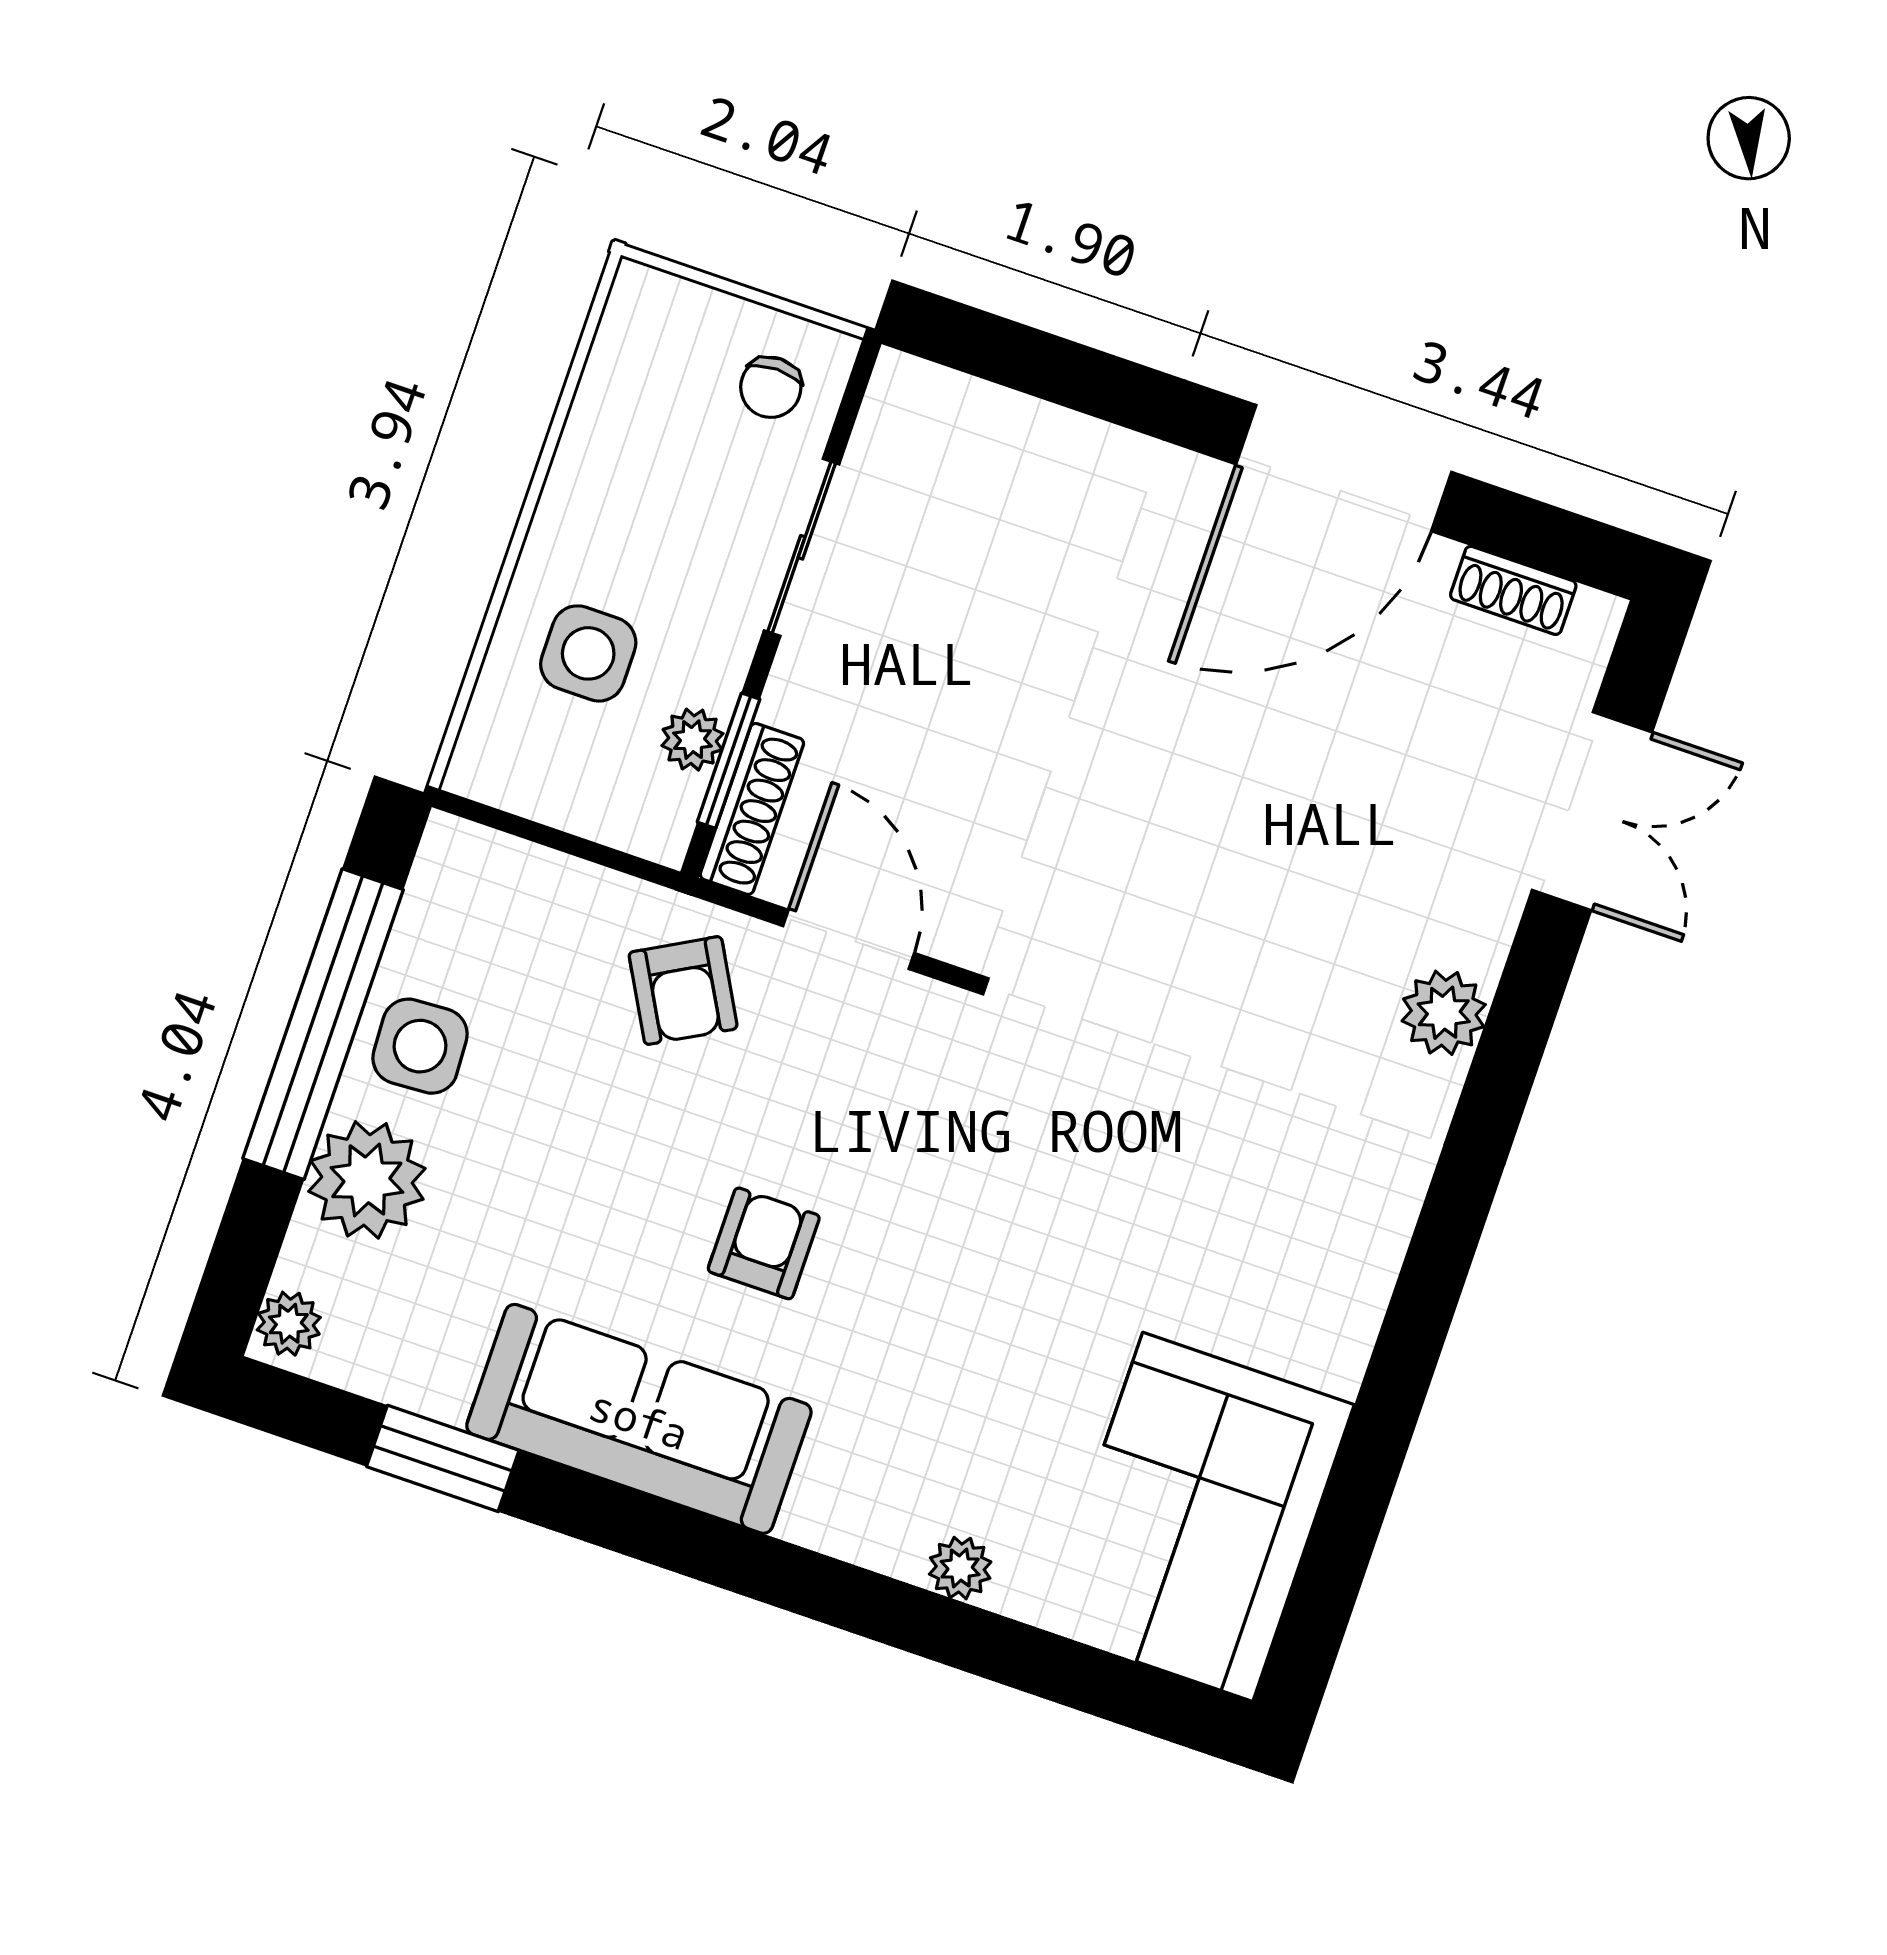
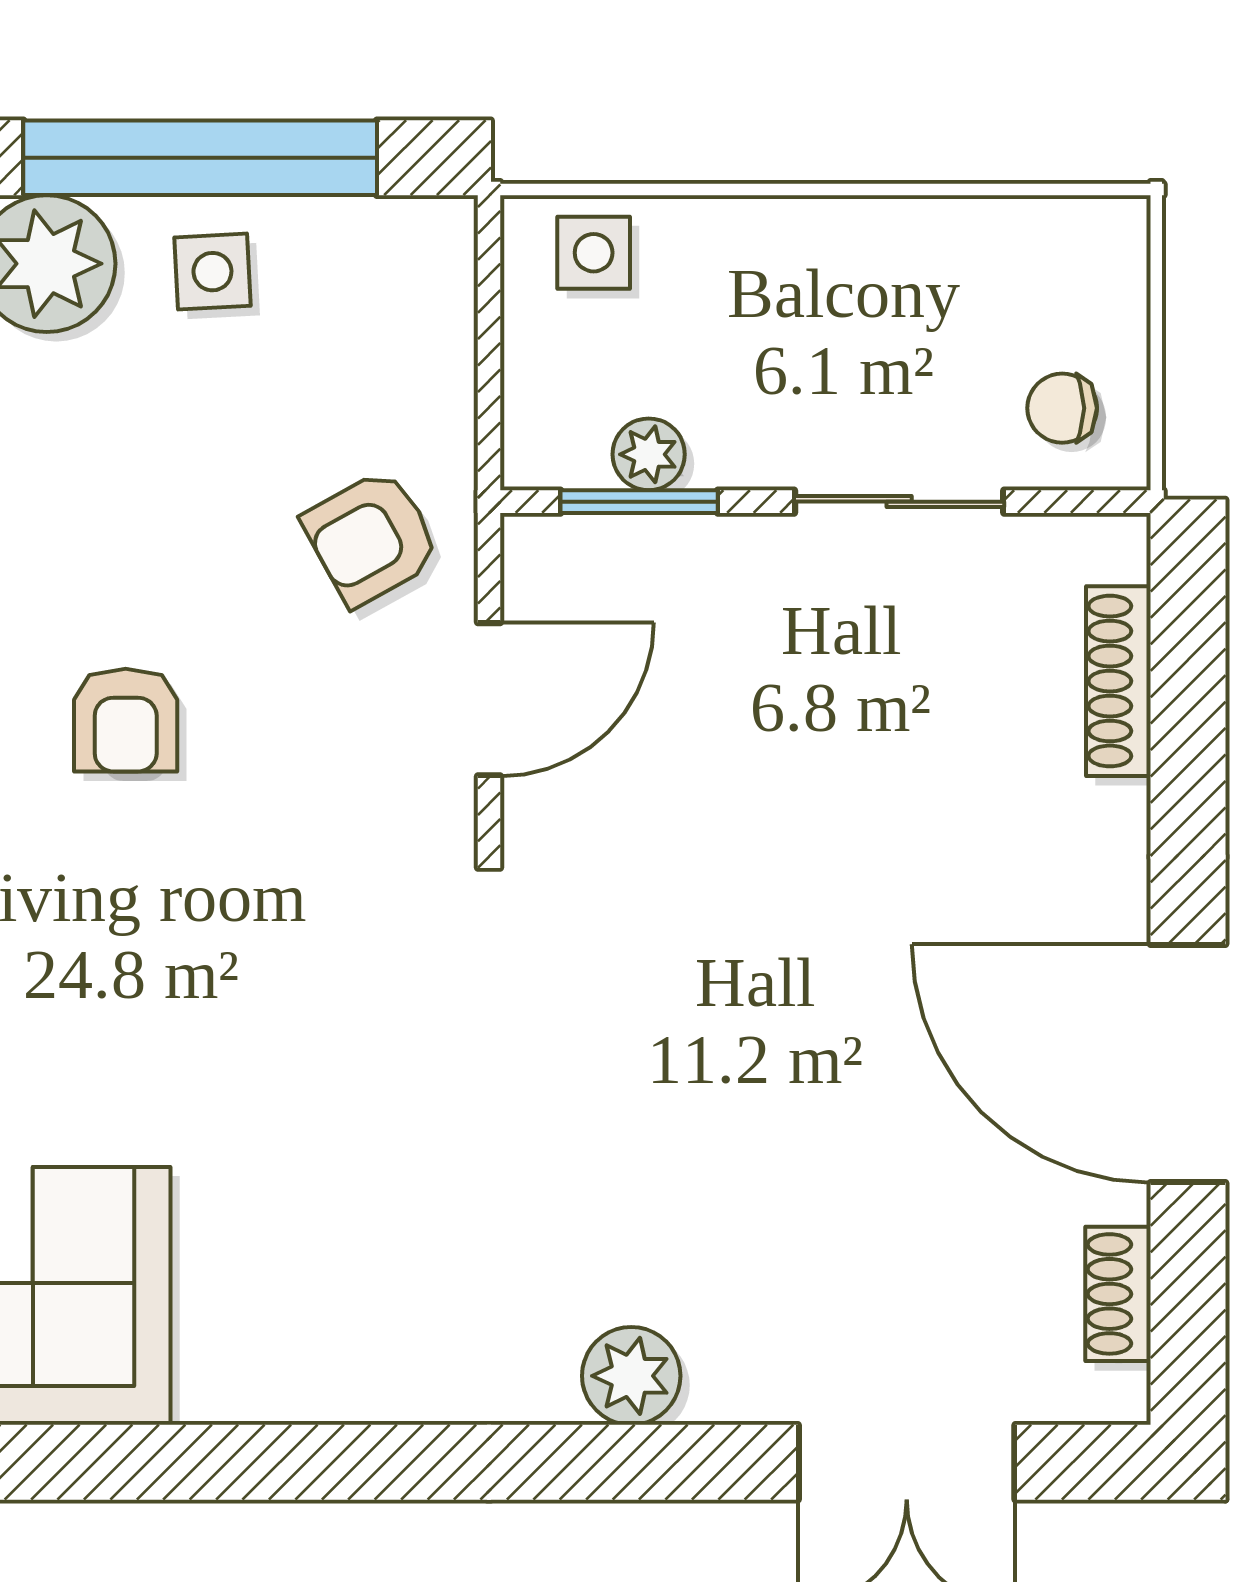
side table: (588, 653) -> (594, 253), moved, width x0.73, depth x0.73
shoe rack: (752, 809) -> (1118, 681), moved, turned 90
side table: (420, 1046) -> (212, 272), width x0.73, depth x0.73
armchair: (764, 1243) -> (126, 720), turned 90

